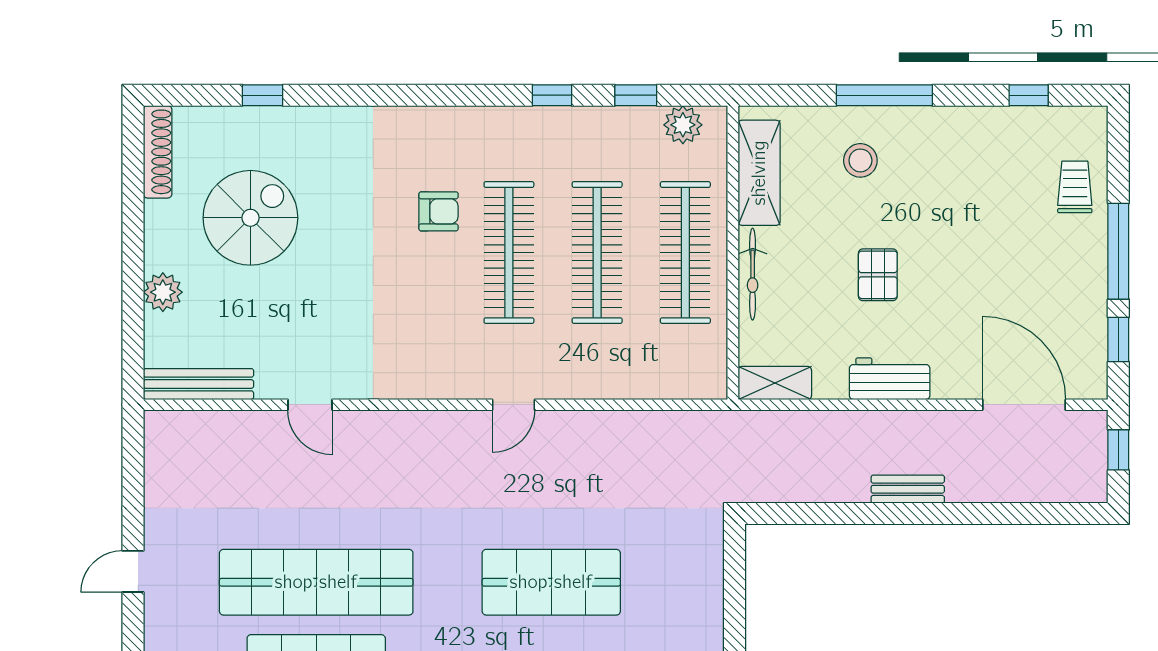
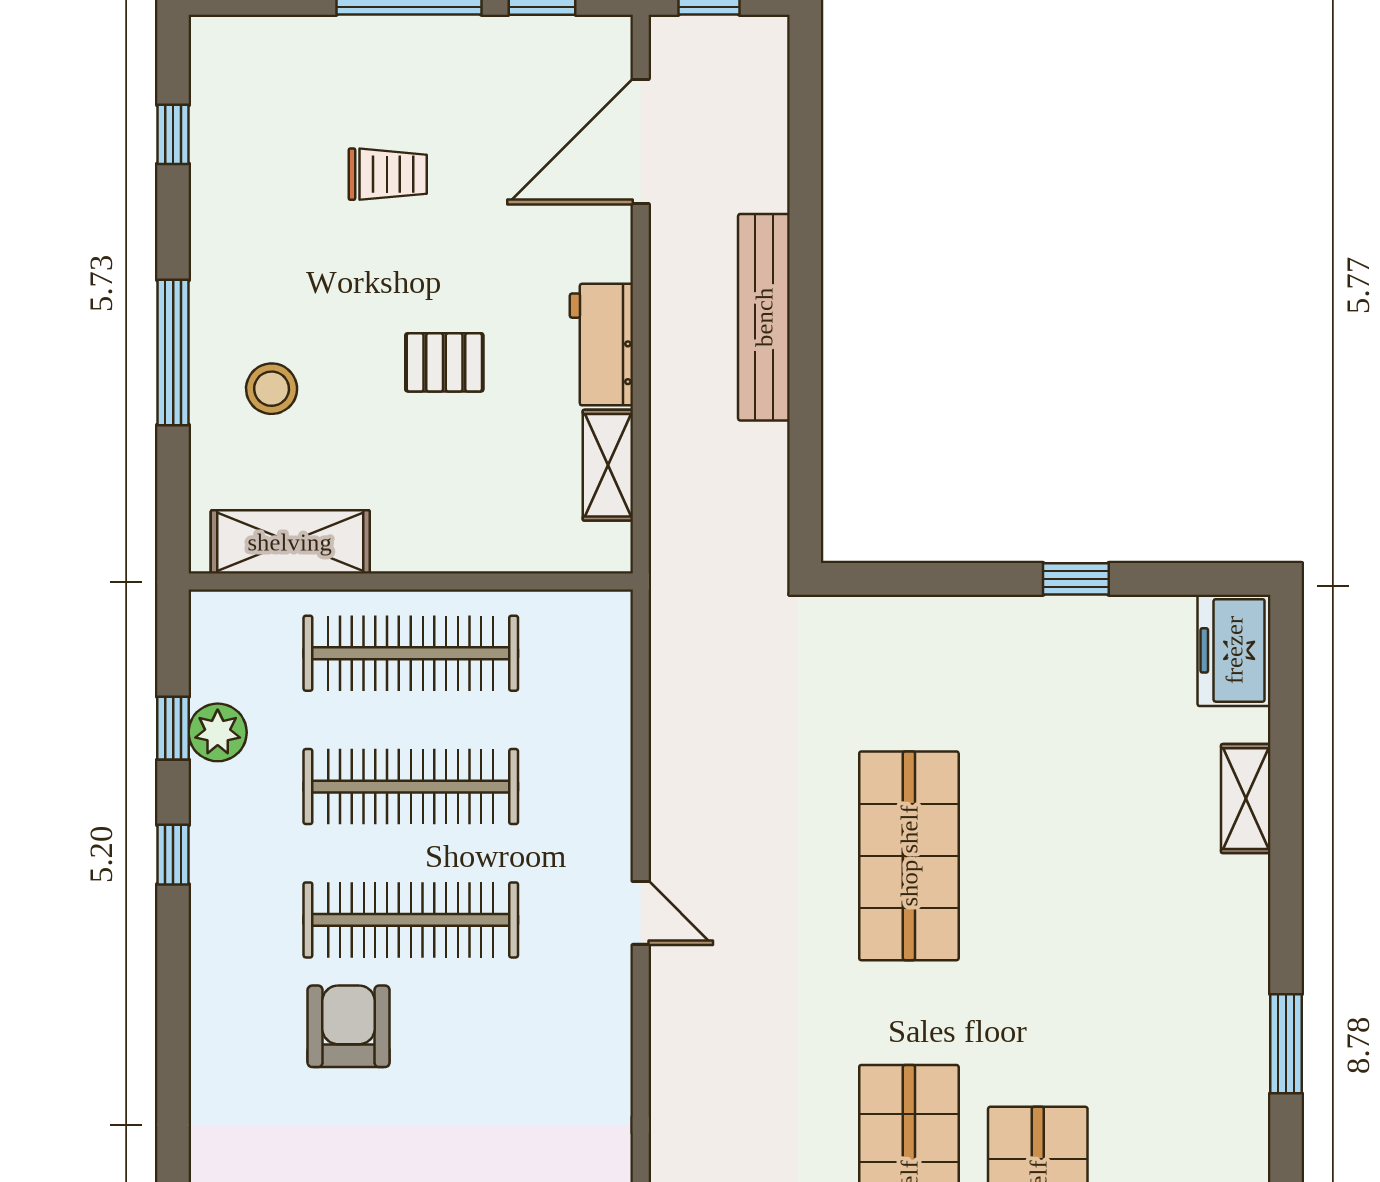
plant: (683, 125) -> (218, 732), moved
trolley: (1075, 187) -> (388, 174), moved, turned 180
armchair: (438, 211) -> (349, 1026), width x1.38, depth x1.38
bicycle: (753, 274) -> (443, 552), removed
shelving: (775, 383) -> (608, 465), moved
bench: (908, 489) -> (764, 317), width x1.86, depth x1.21

